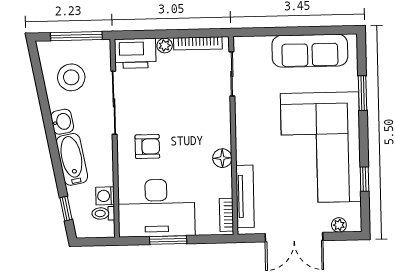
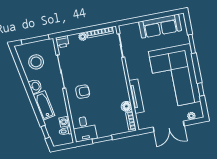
printer: (135, 53) -> (62, 42), width x0.53, depth x0.68
floor lamp: (222, 158) -> (126, 106), moved
tv unit: (245, 196) -> (136, 96), moved
desk: (156, 208) -> (84, 129), width x0.53, depth x0.77

